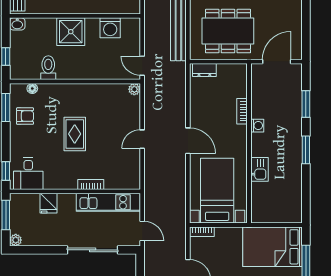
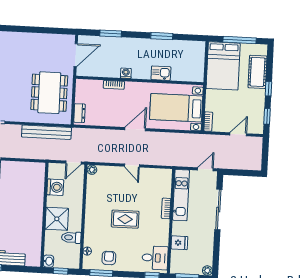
wall: (75, 16) -> (44, 215), moved
washbasin: (17, 24) -> (48, 261), moved
washing machine: (110, 28) -> (55, 187), moved
shower: (71, 32) -> (57, 219), moved
door: (277, 62) -> (76, 55), swing flipped
window: (306, 150) -> (162, 36), moved

